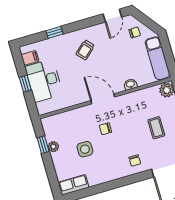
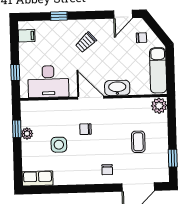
desk: (44, 81) -> (48, 82), moved, turned -90
window: (25, 84) -> (15, 73), moved
washbasin: (130, 84) -> (117, 88), width x1.91, depth x1.45

